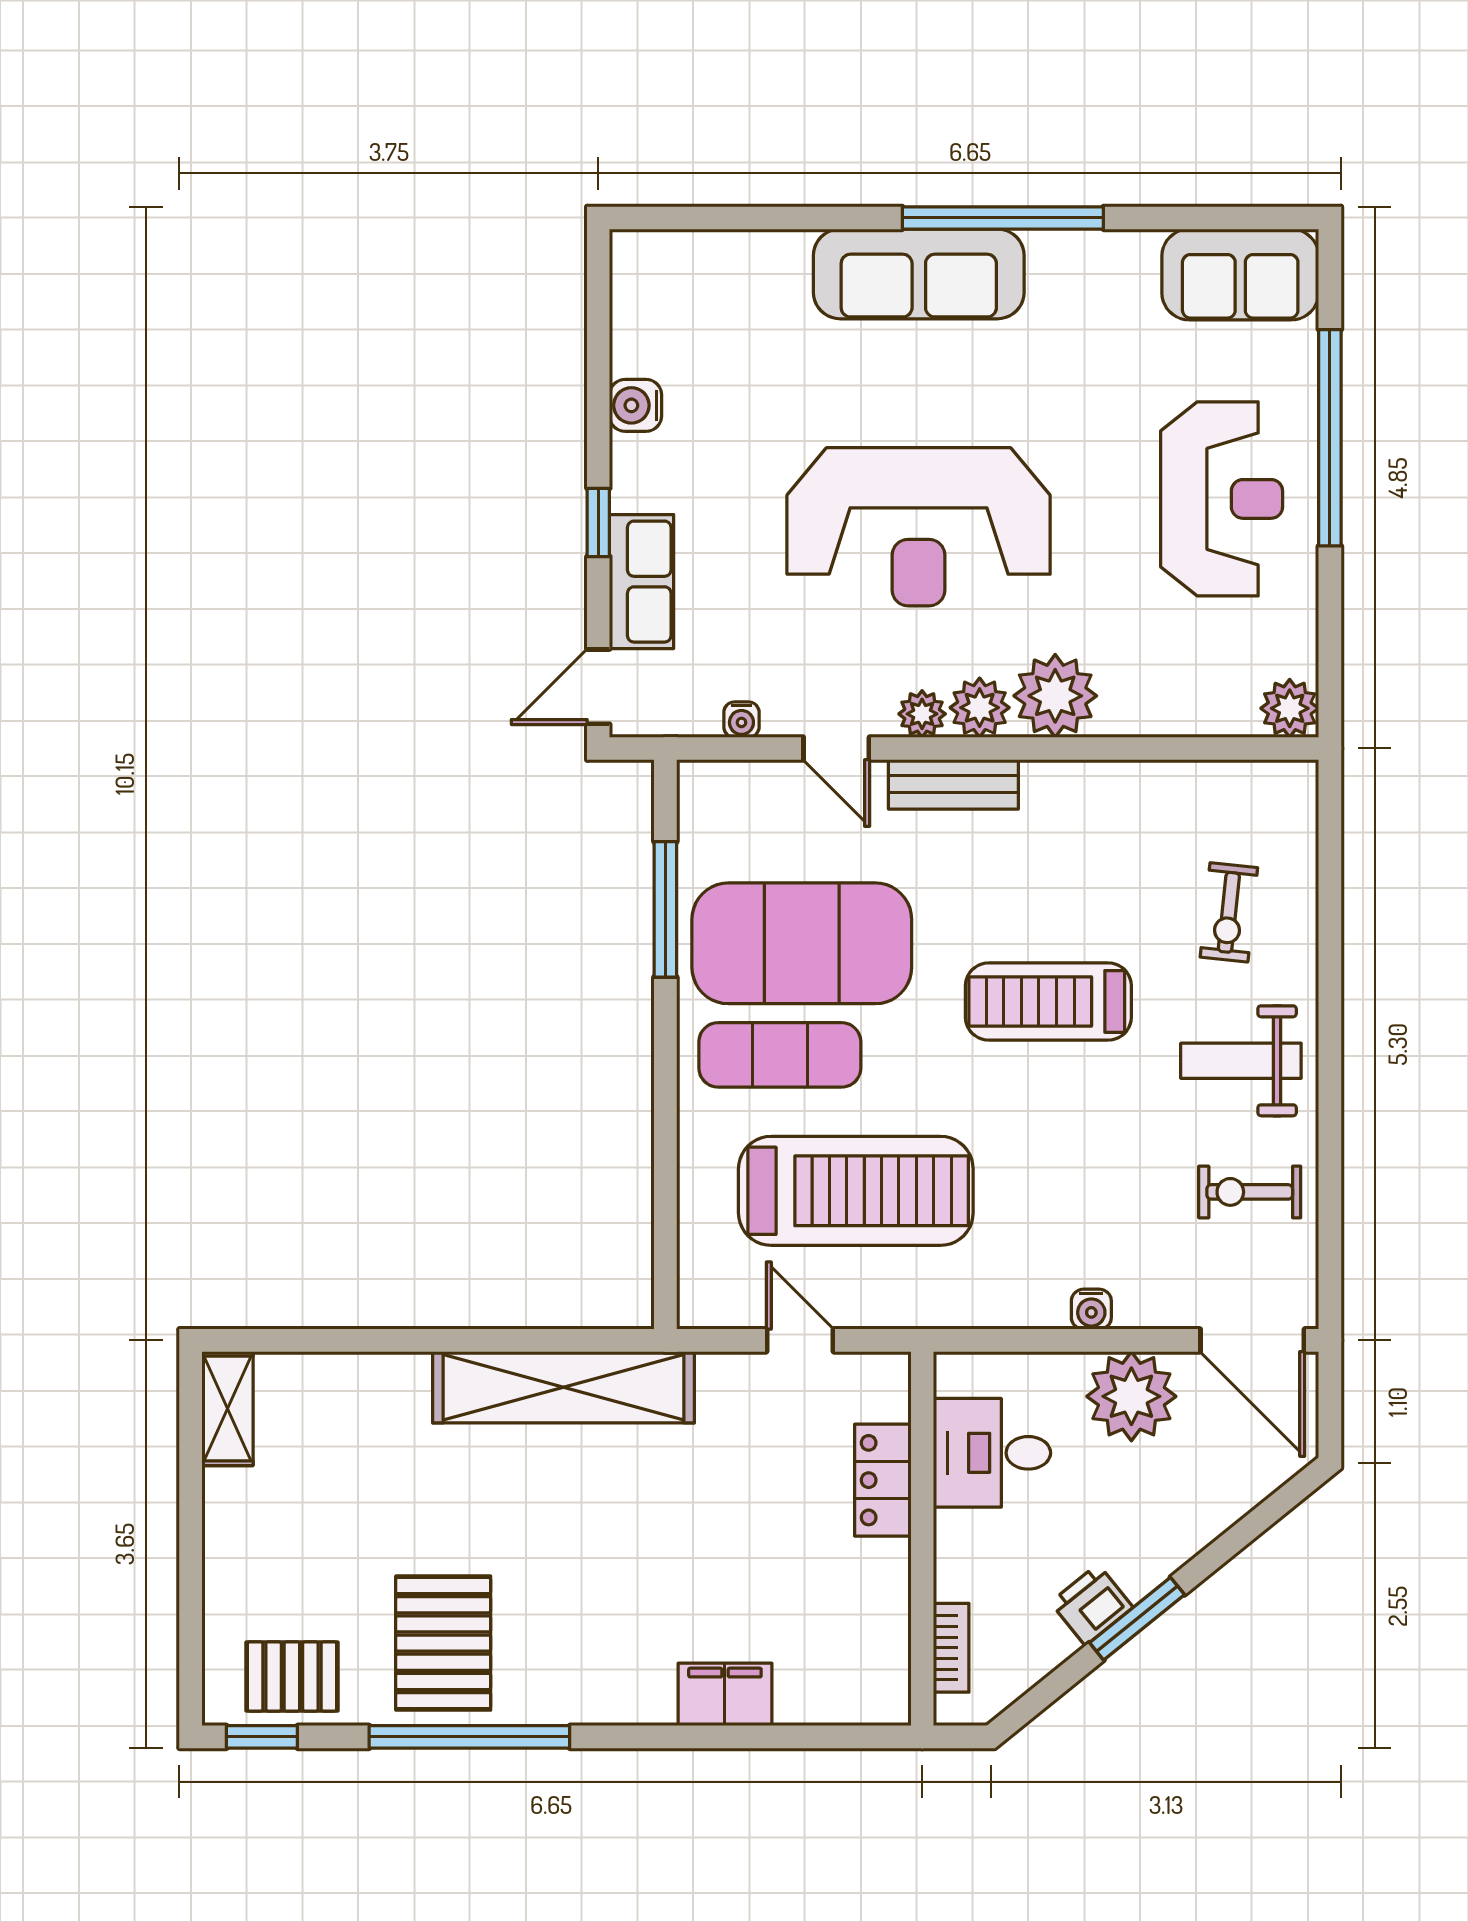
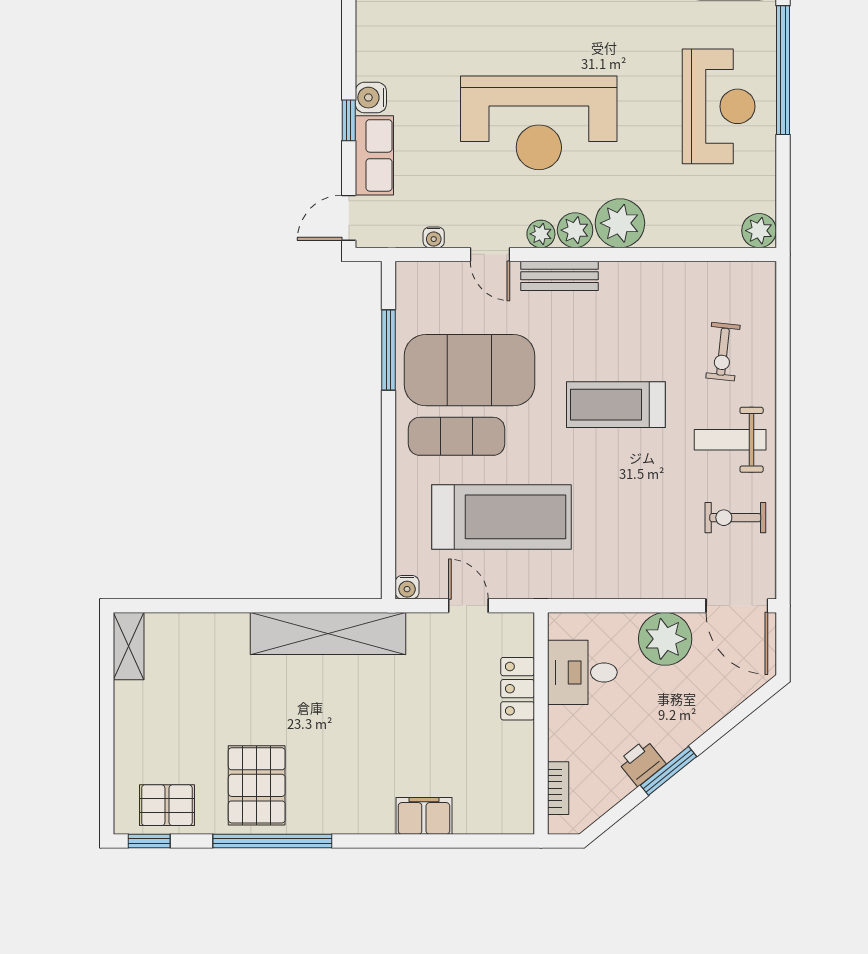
water cooler: (636, 405) -> (371, 98), moved
water cooler: (1091, 1309) -> (407, 587), moved

